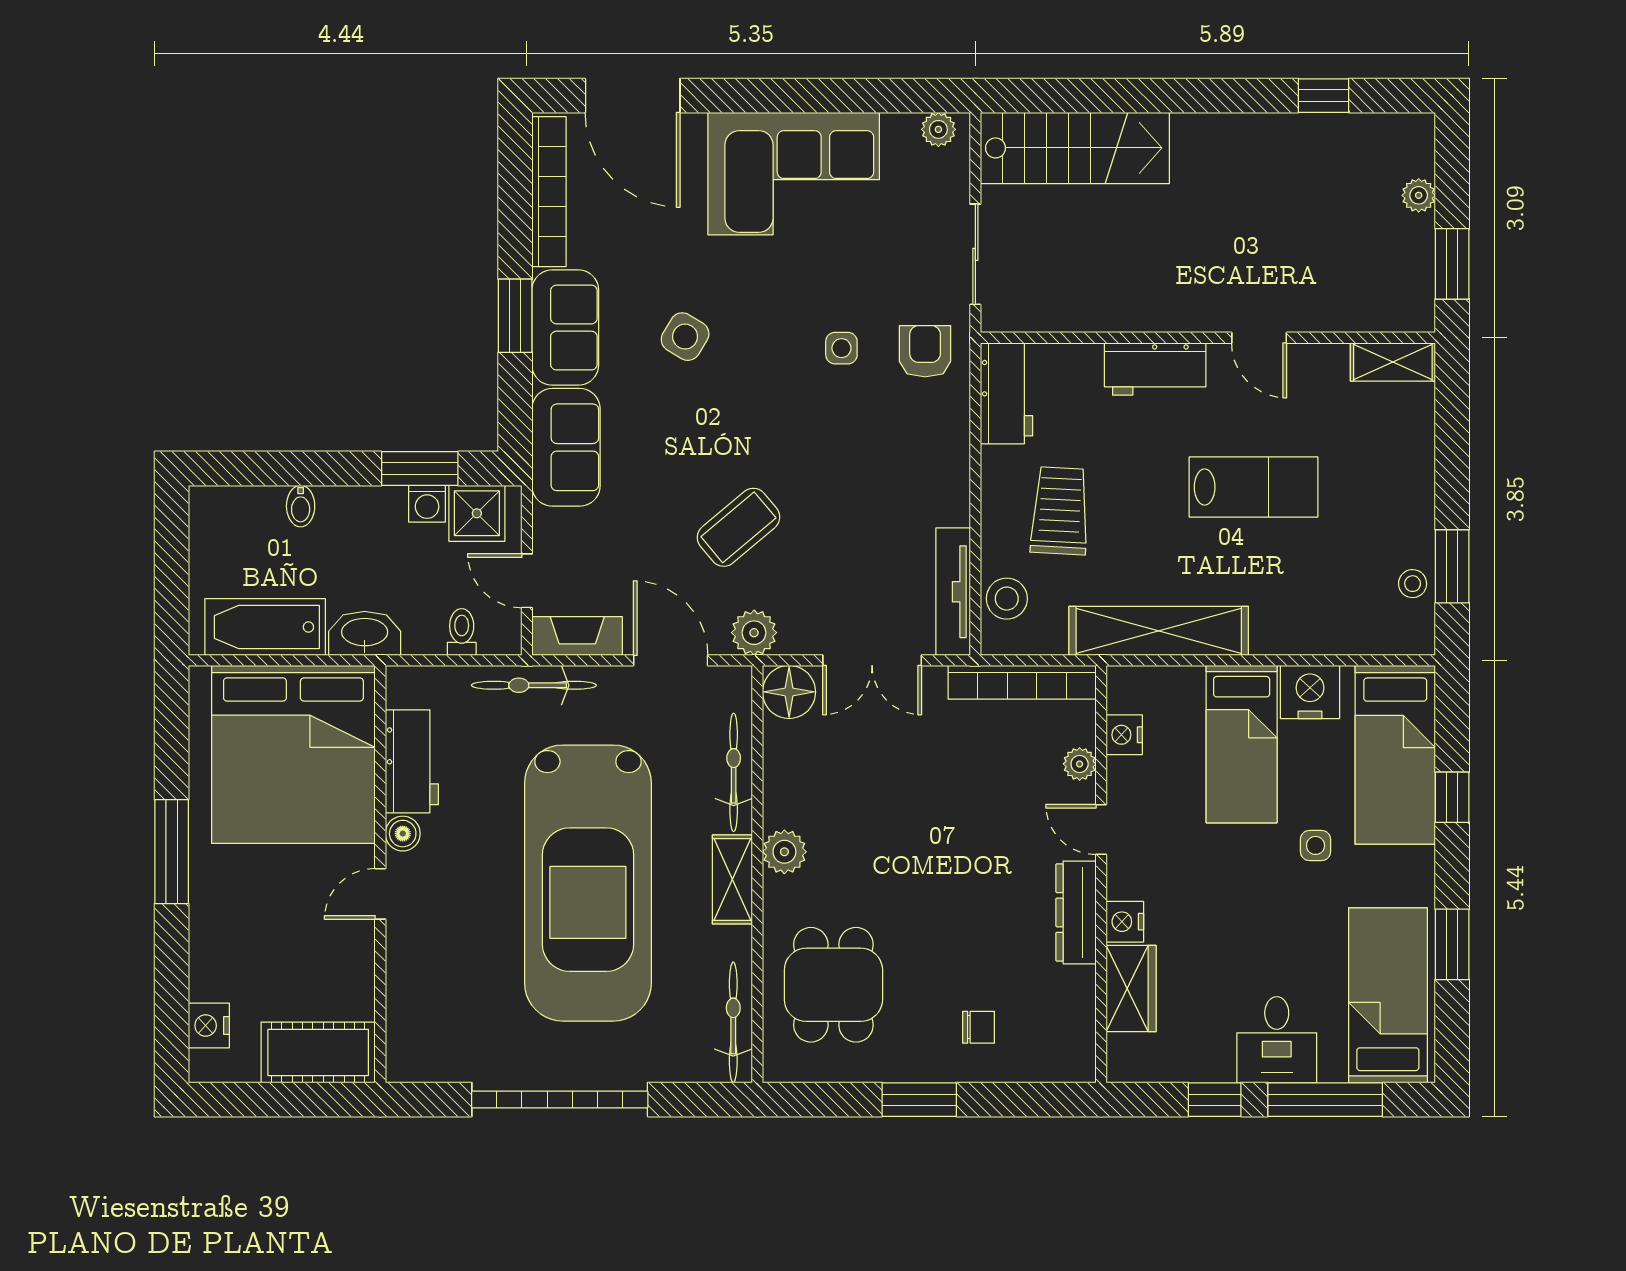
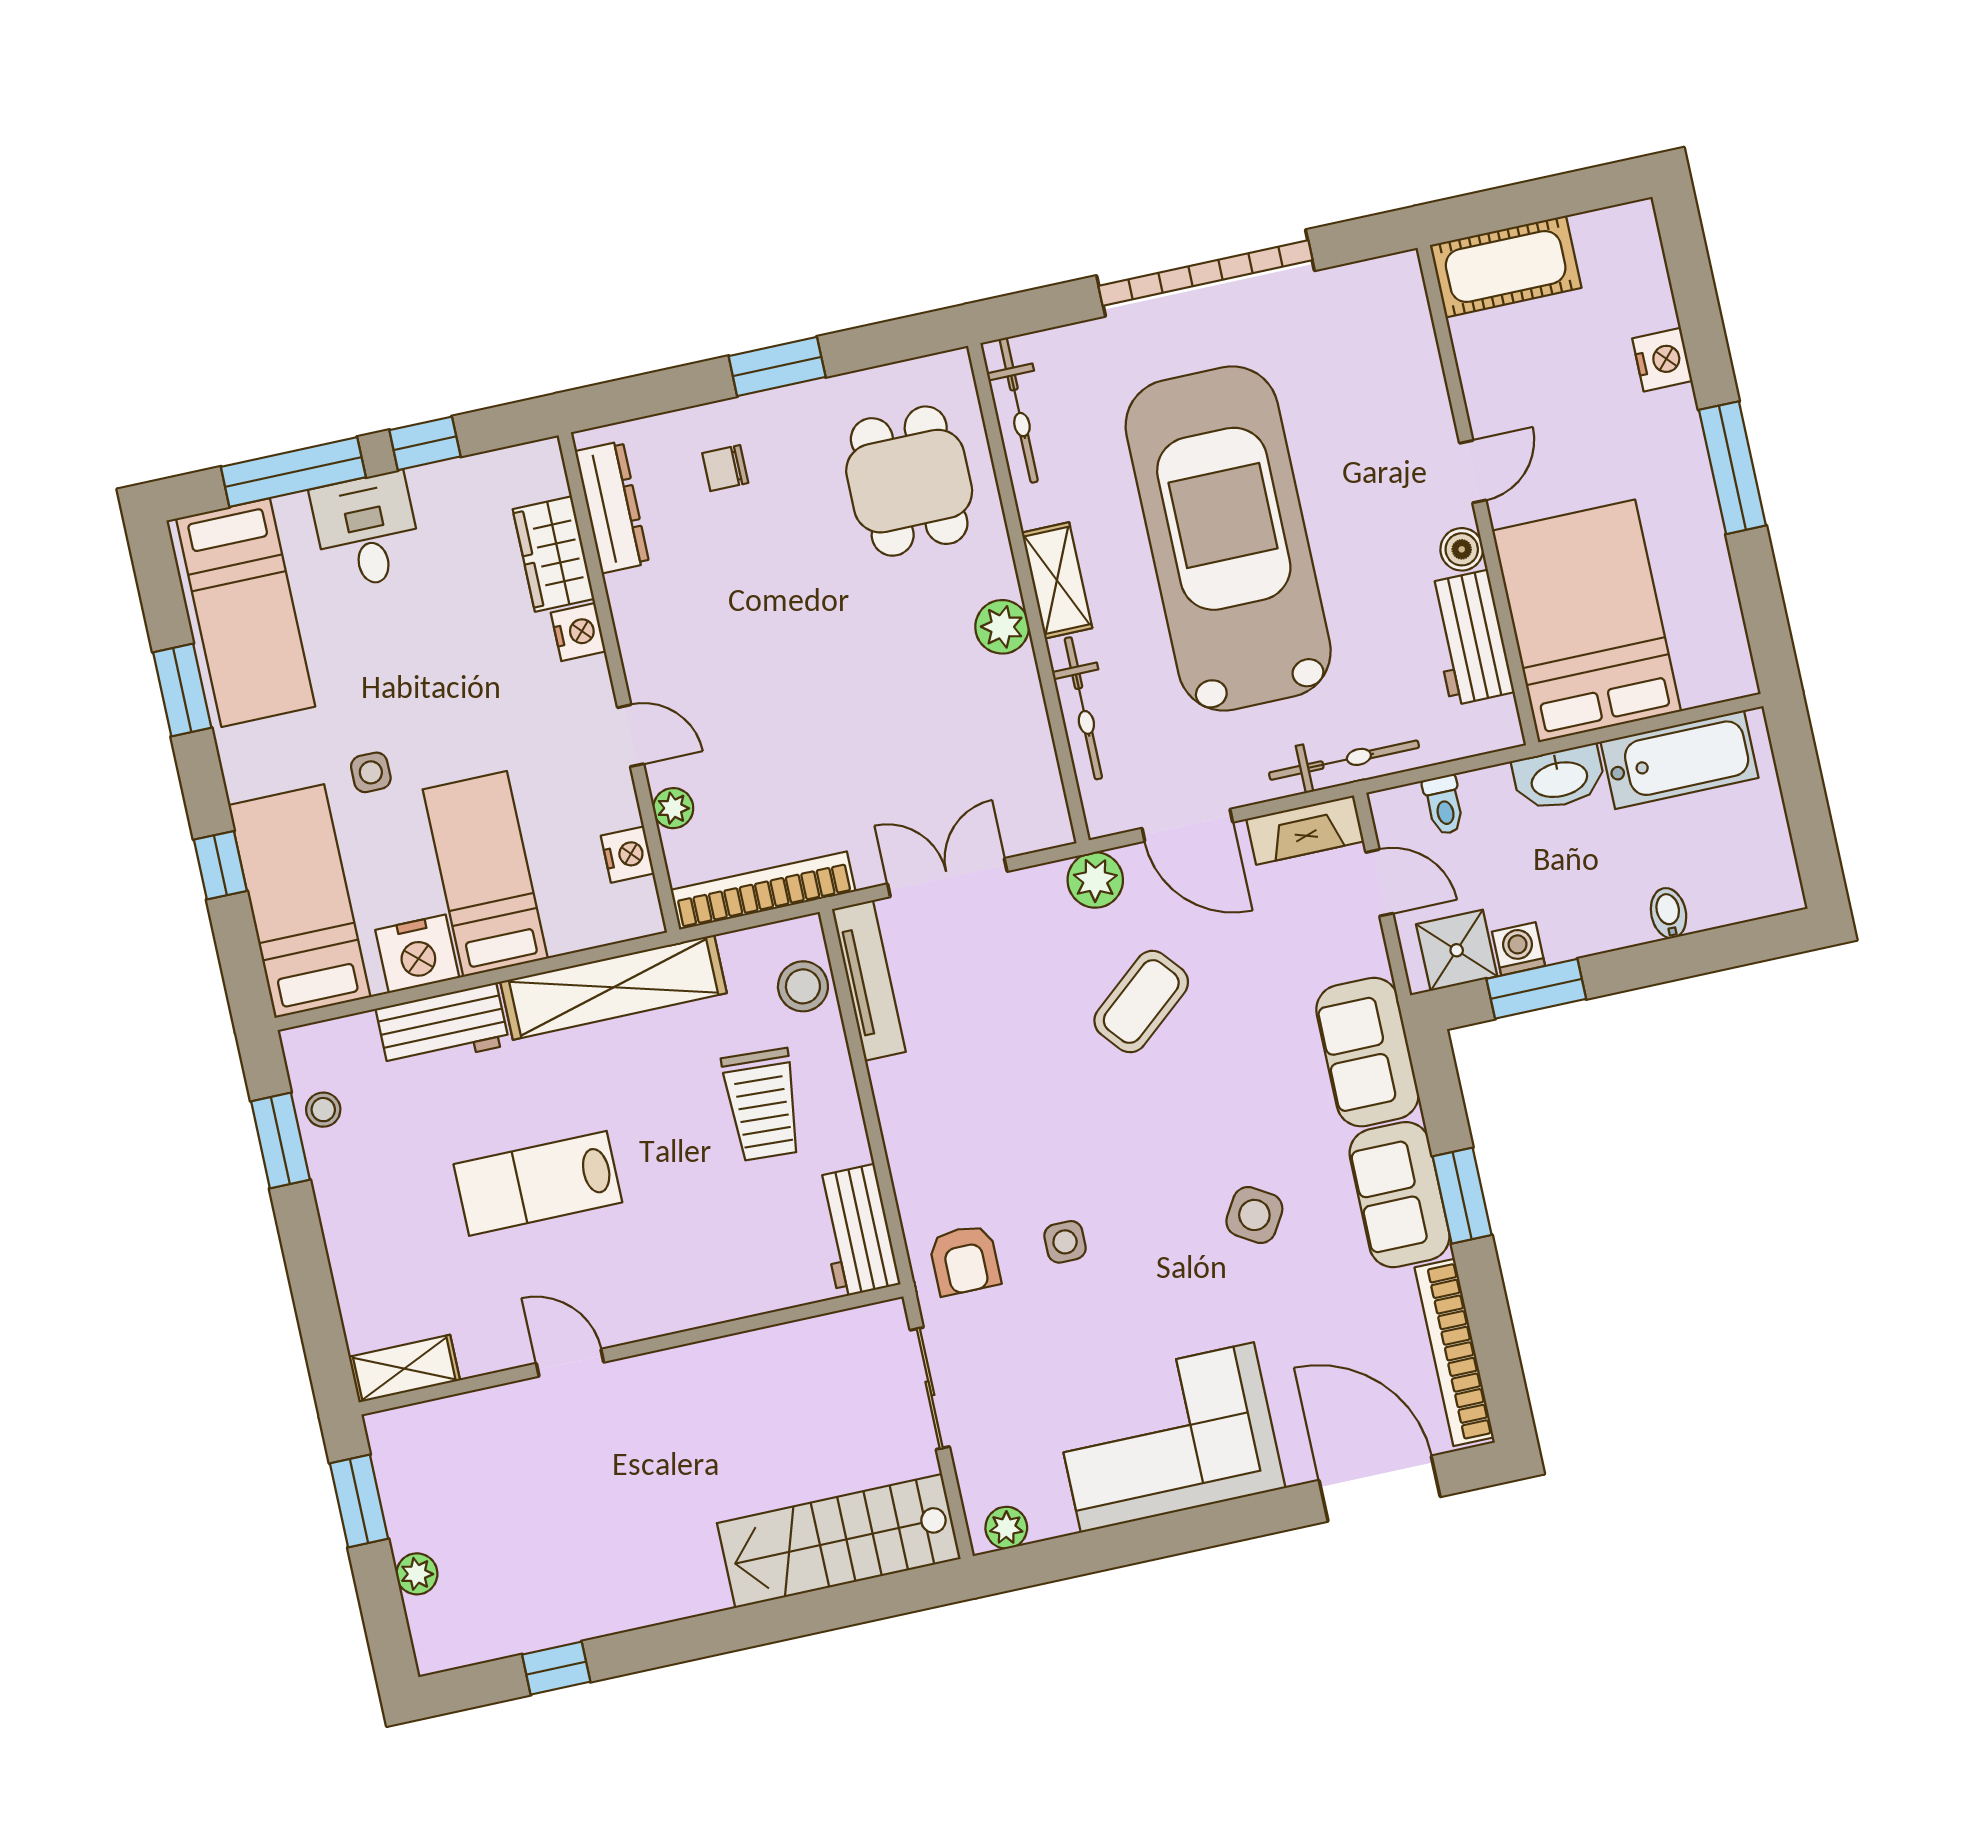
workbench: (1155, 369) -> (443, 1027), moved, turned 180
floor lamp: (789, 692) -> (1038, 818), removed
bed: (293, 754) -> (1587, 621), width x0.73
dresser: (1076, 912) -> (612, 507), moved
nightstand: (209, 1026) -> (1662, 360), moved

